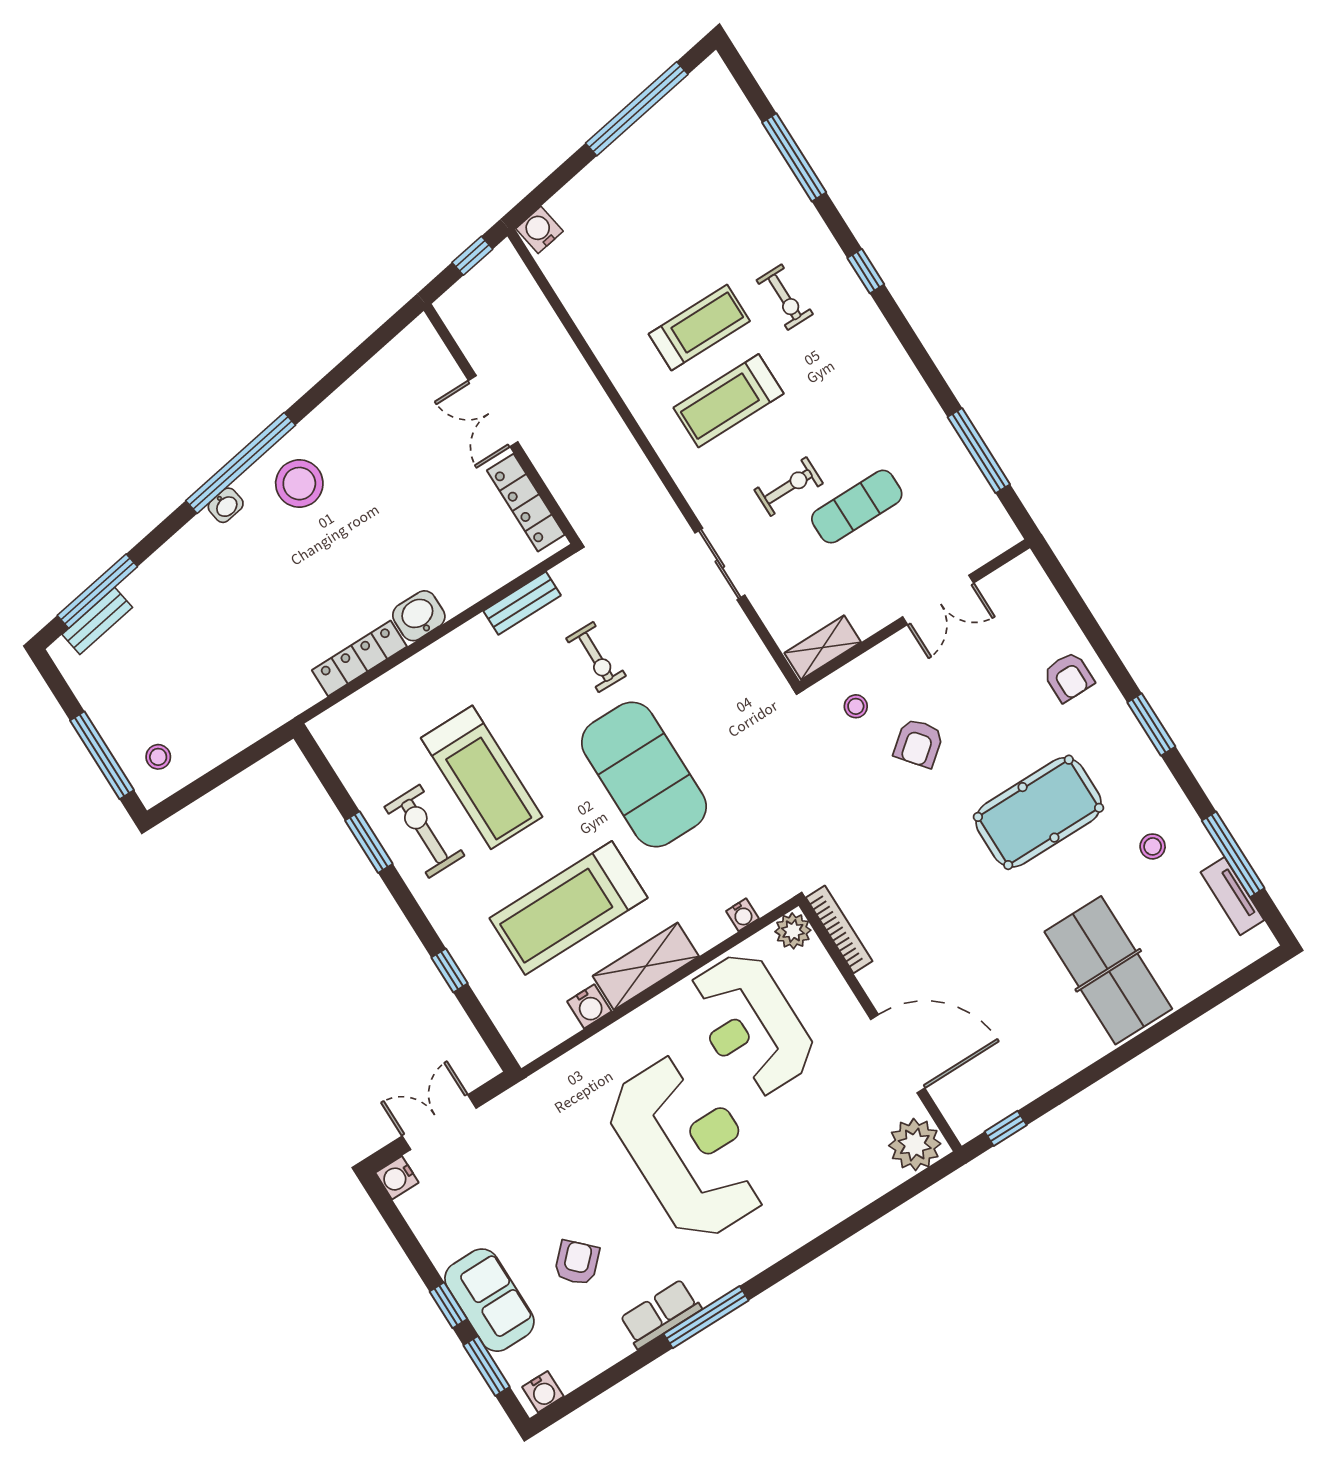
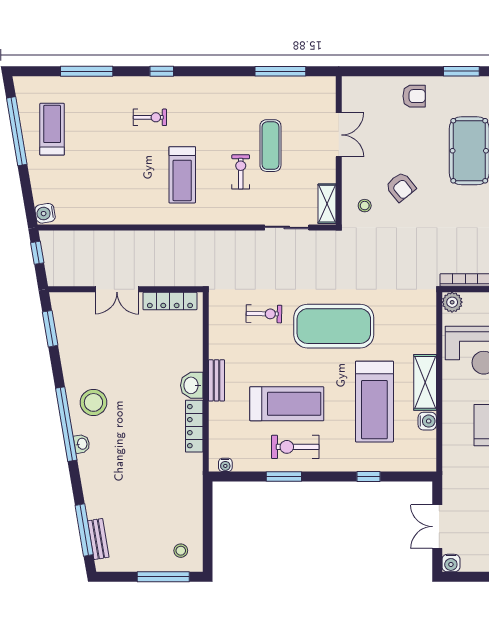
treadmill: (699, 328) -> (52, 129), moved
window: (370, 348) -> (50, 329), added
sliding door: (720, 564) -> (287, 227), moved
bench: (522, 603) -> (216, 380), moved
water cooler: (742, 915) -> (225, 465), moved, turned 90

